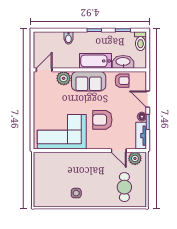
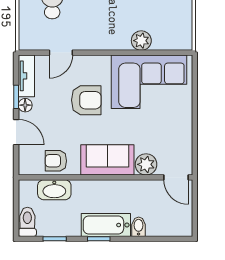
bathtub: (95, 61) -> (106, 225), moved, turned 180
door: (44, 70) -> (176, 177), hinge flipped
door: (119, 151) -> (61, 53), swing flipped
plant: (135, 158) -> (141, 41), moved

